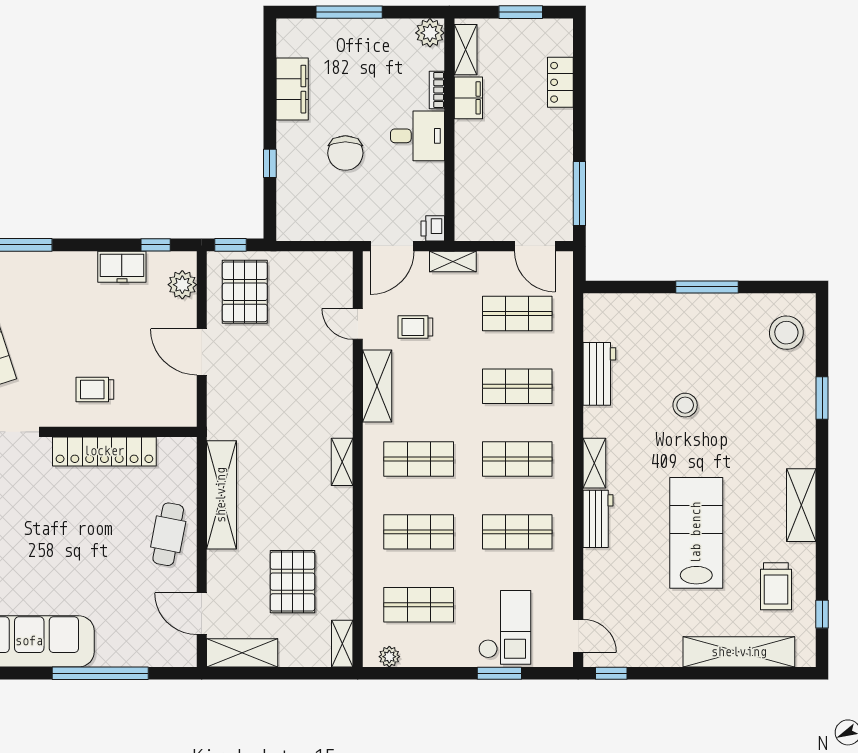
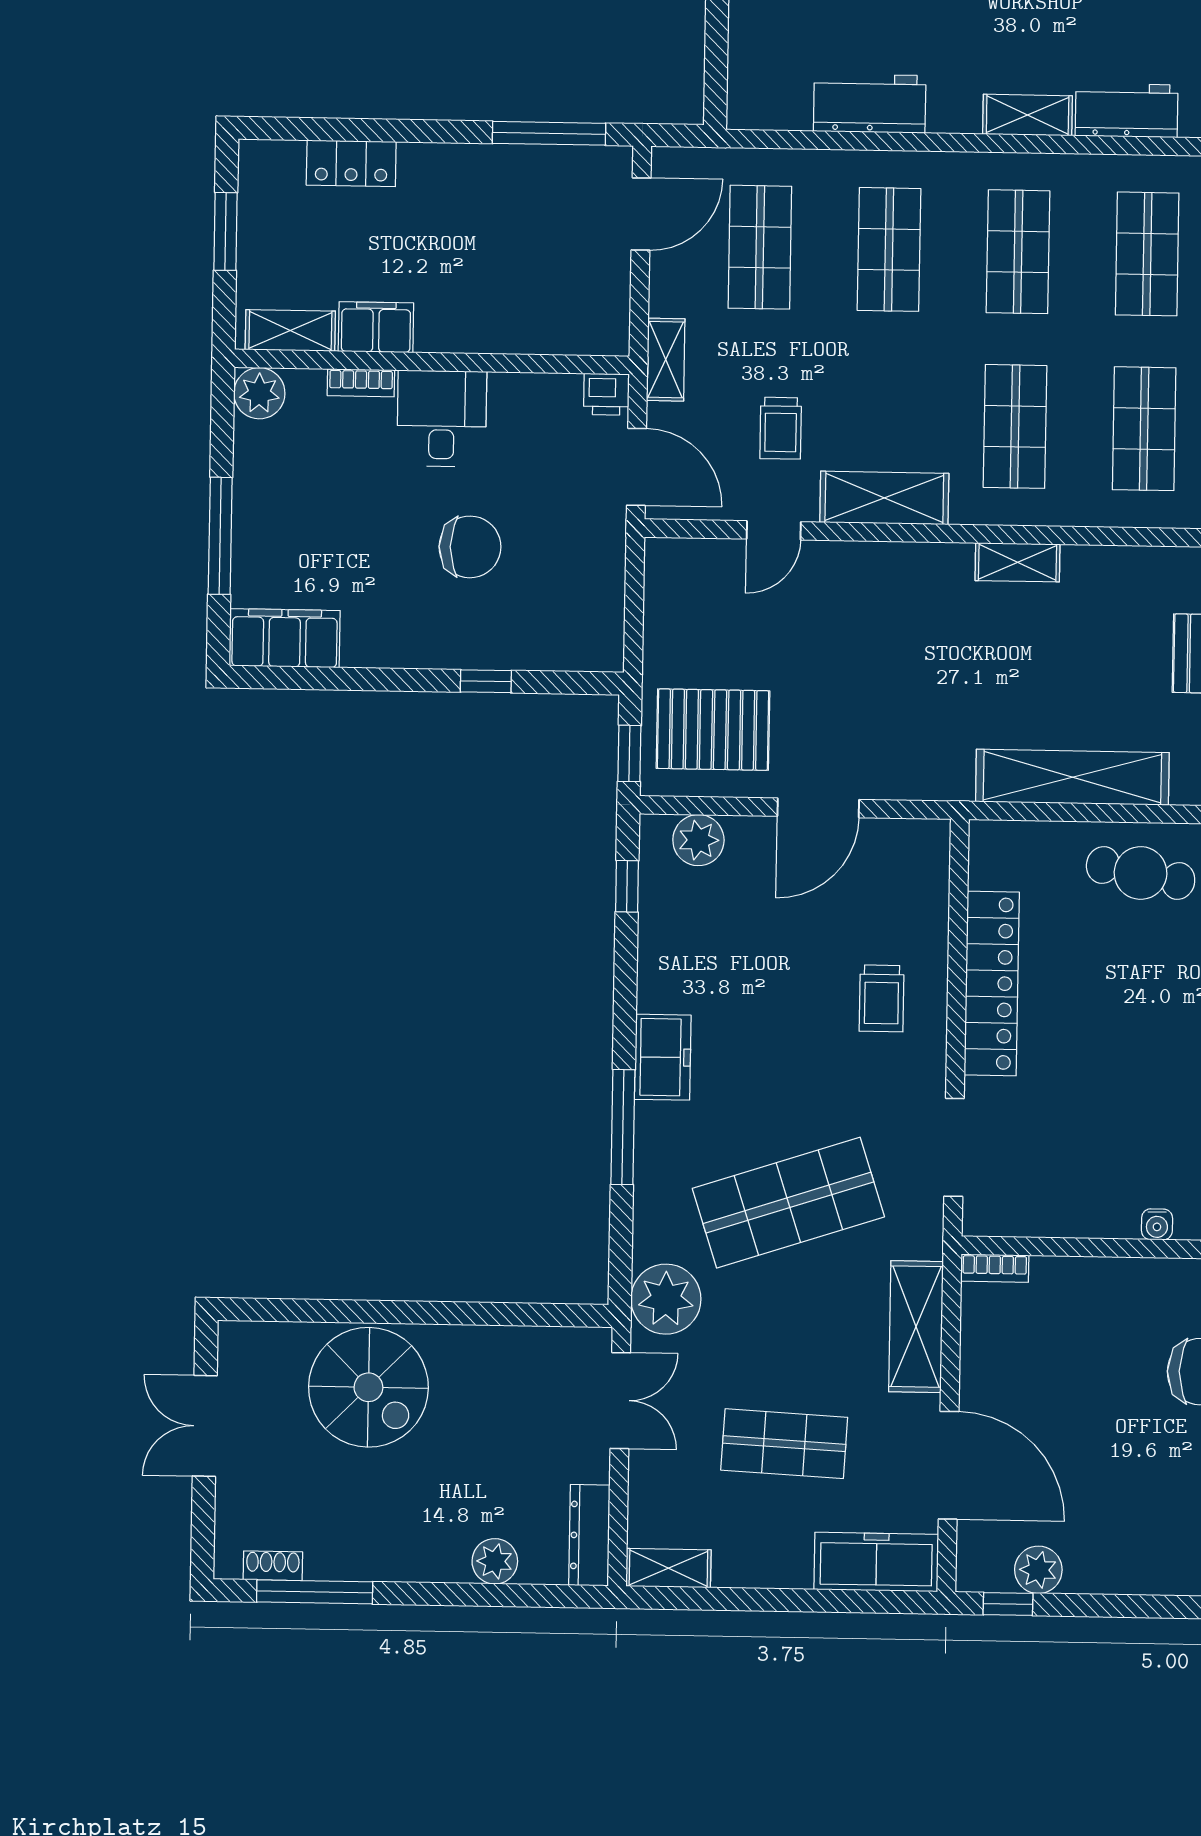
filing cabinet: (292, 89) -> (285, 638), moved
freezer: (122, 267) -> (663, 1057), moved

